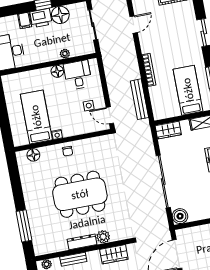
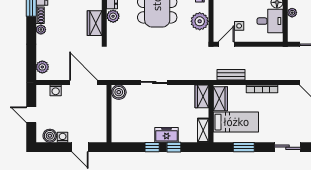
bench: (139, 99) -> (231, 75), width x0.73
wardrobe: (167, 111) -> (220, 99), added
plant: (92, 147) -> (200, 21), added
sliding door: (163, 182) -> (154, 82), width x0.54

